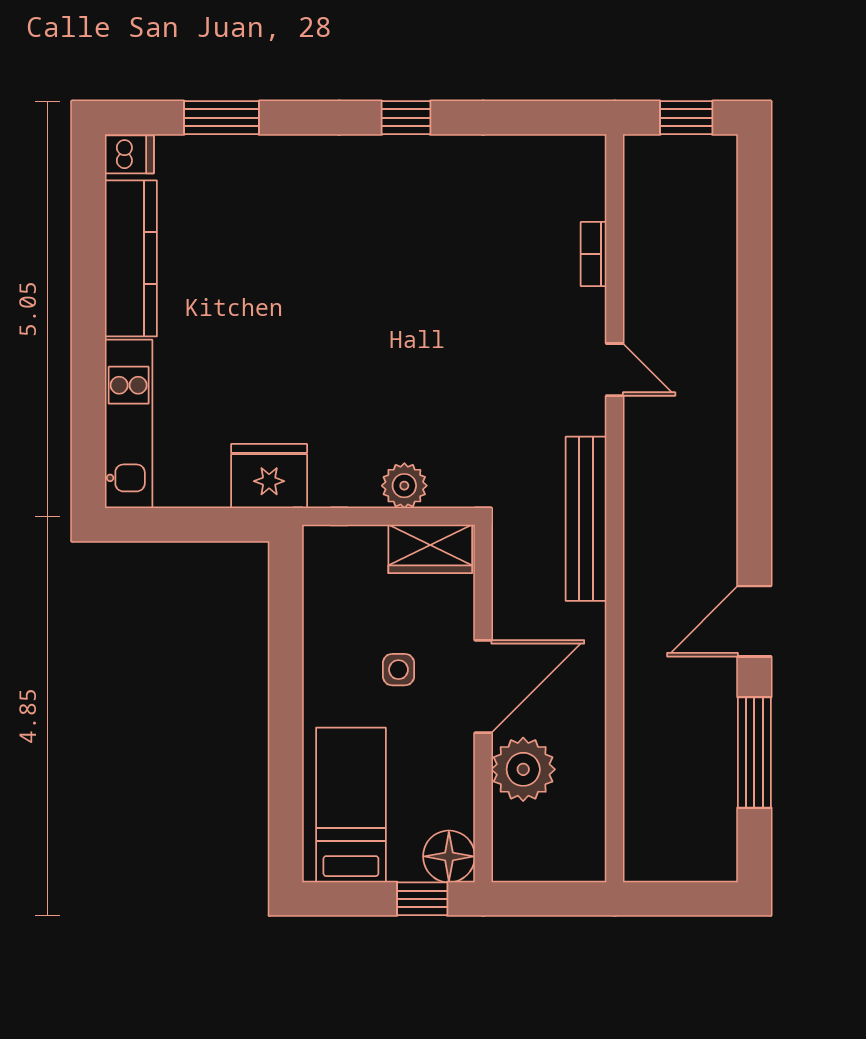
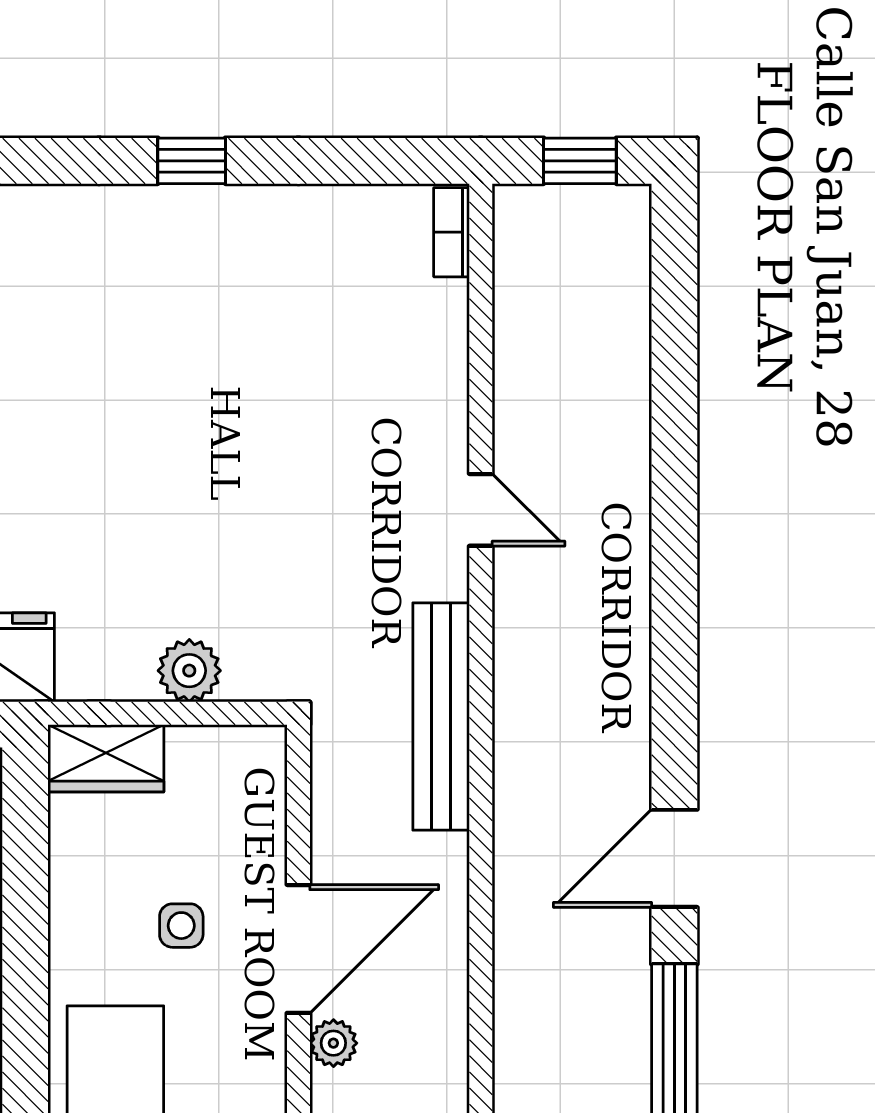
bookcase: (594, 254) -> (452, 232), moved
wardrobe: (430, 549) -> (106, 758), moved
plant: (523, 769) -> (333, 1043), width x0.53, depth x0.53

